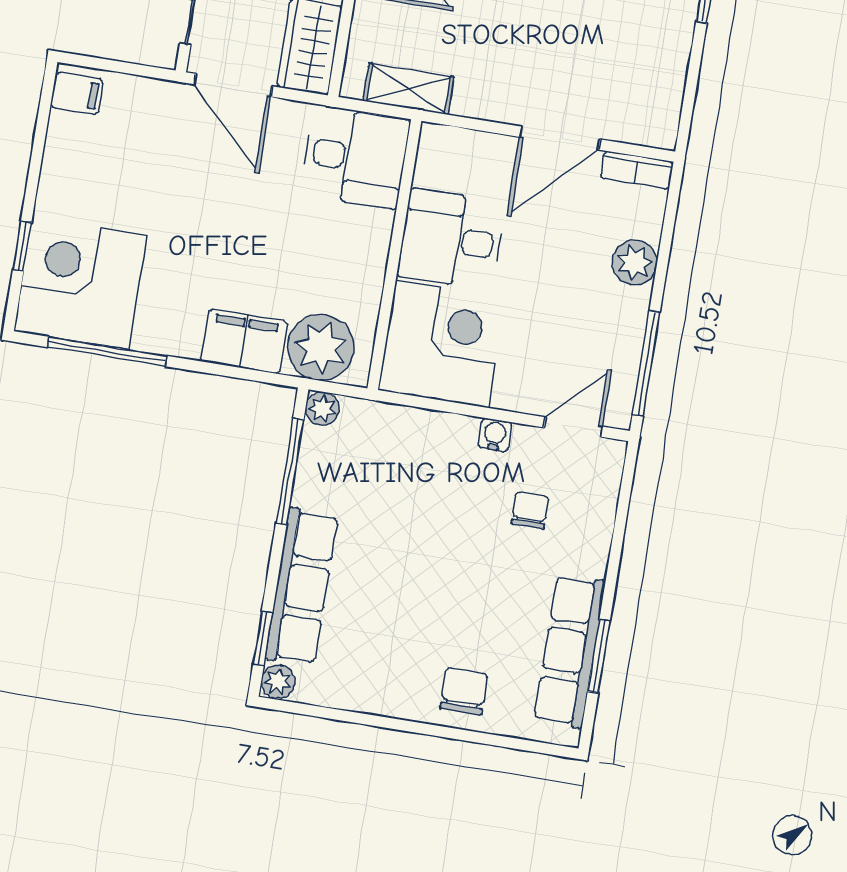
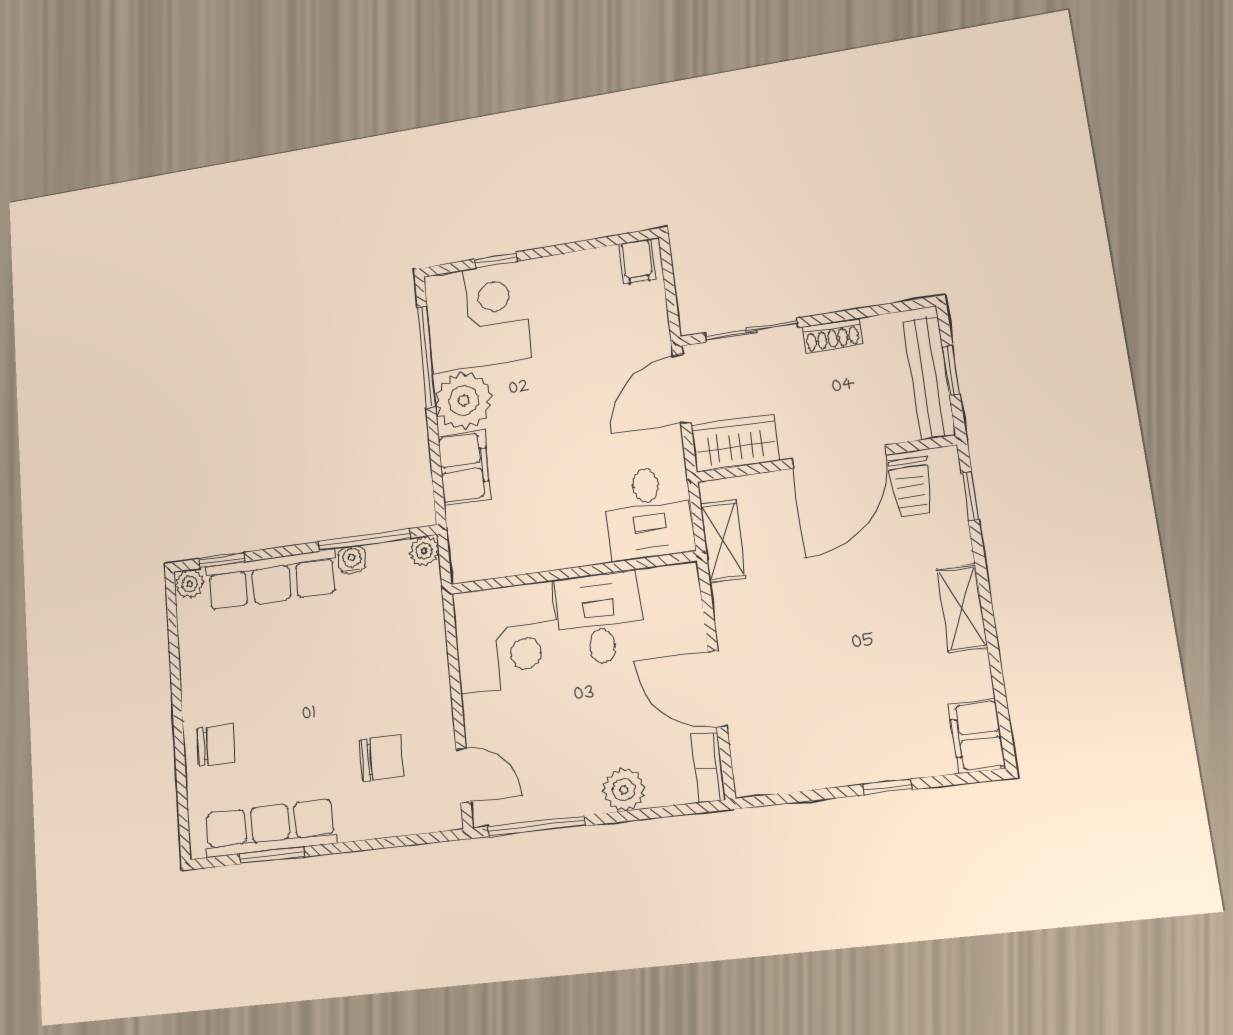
plant: (321, 347) -> (464, 401), moved
water cooler: (495, 435) -> (352, 560), moved, turned -90
chair: (530, 510) -> (382, 758), width x1.37, depth x1.37

